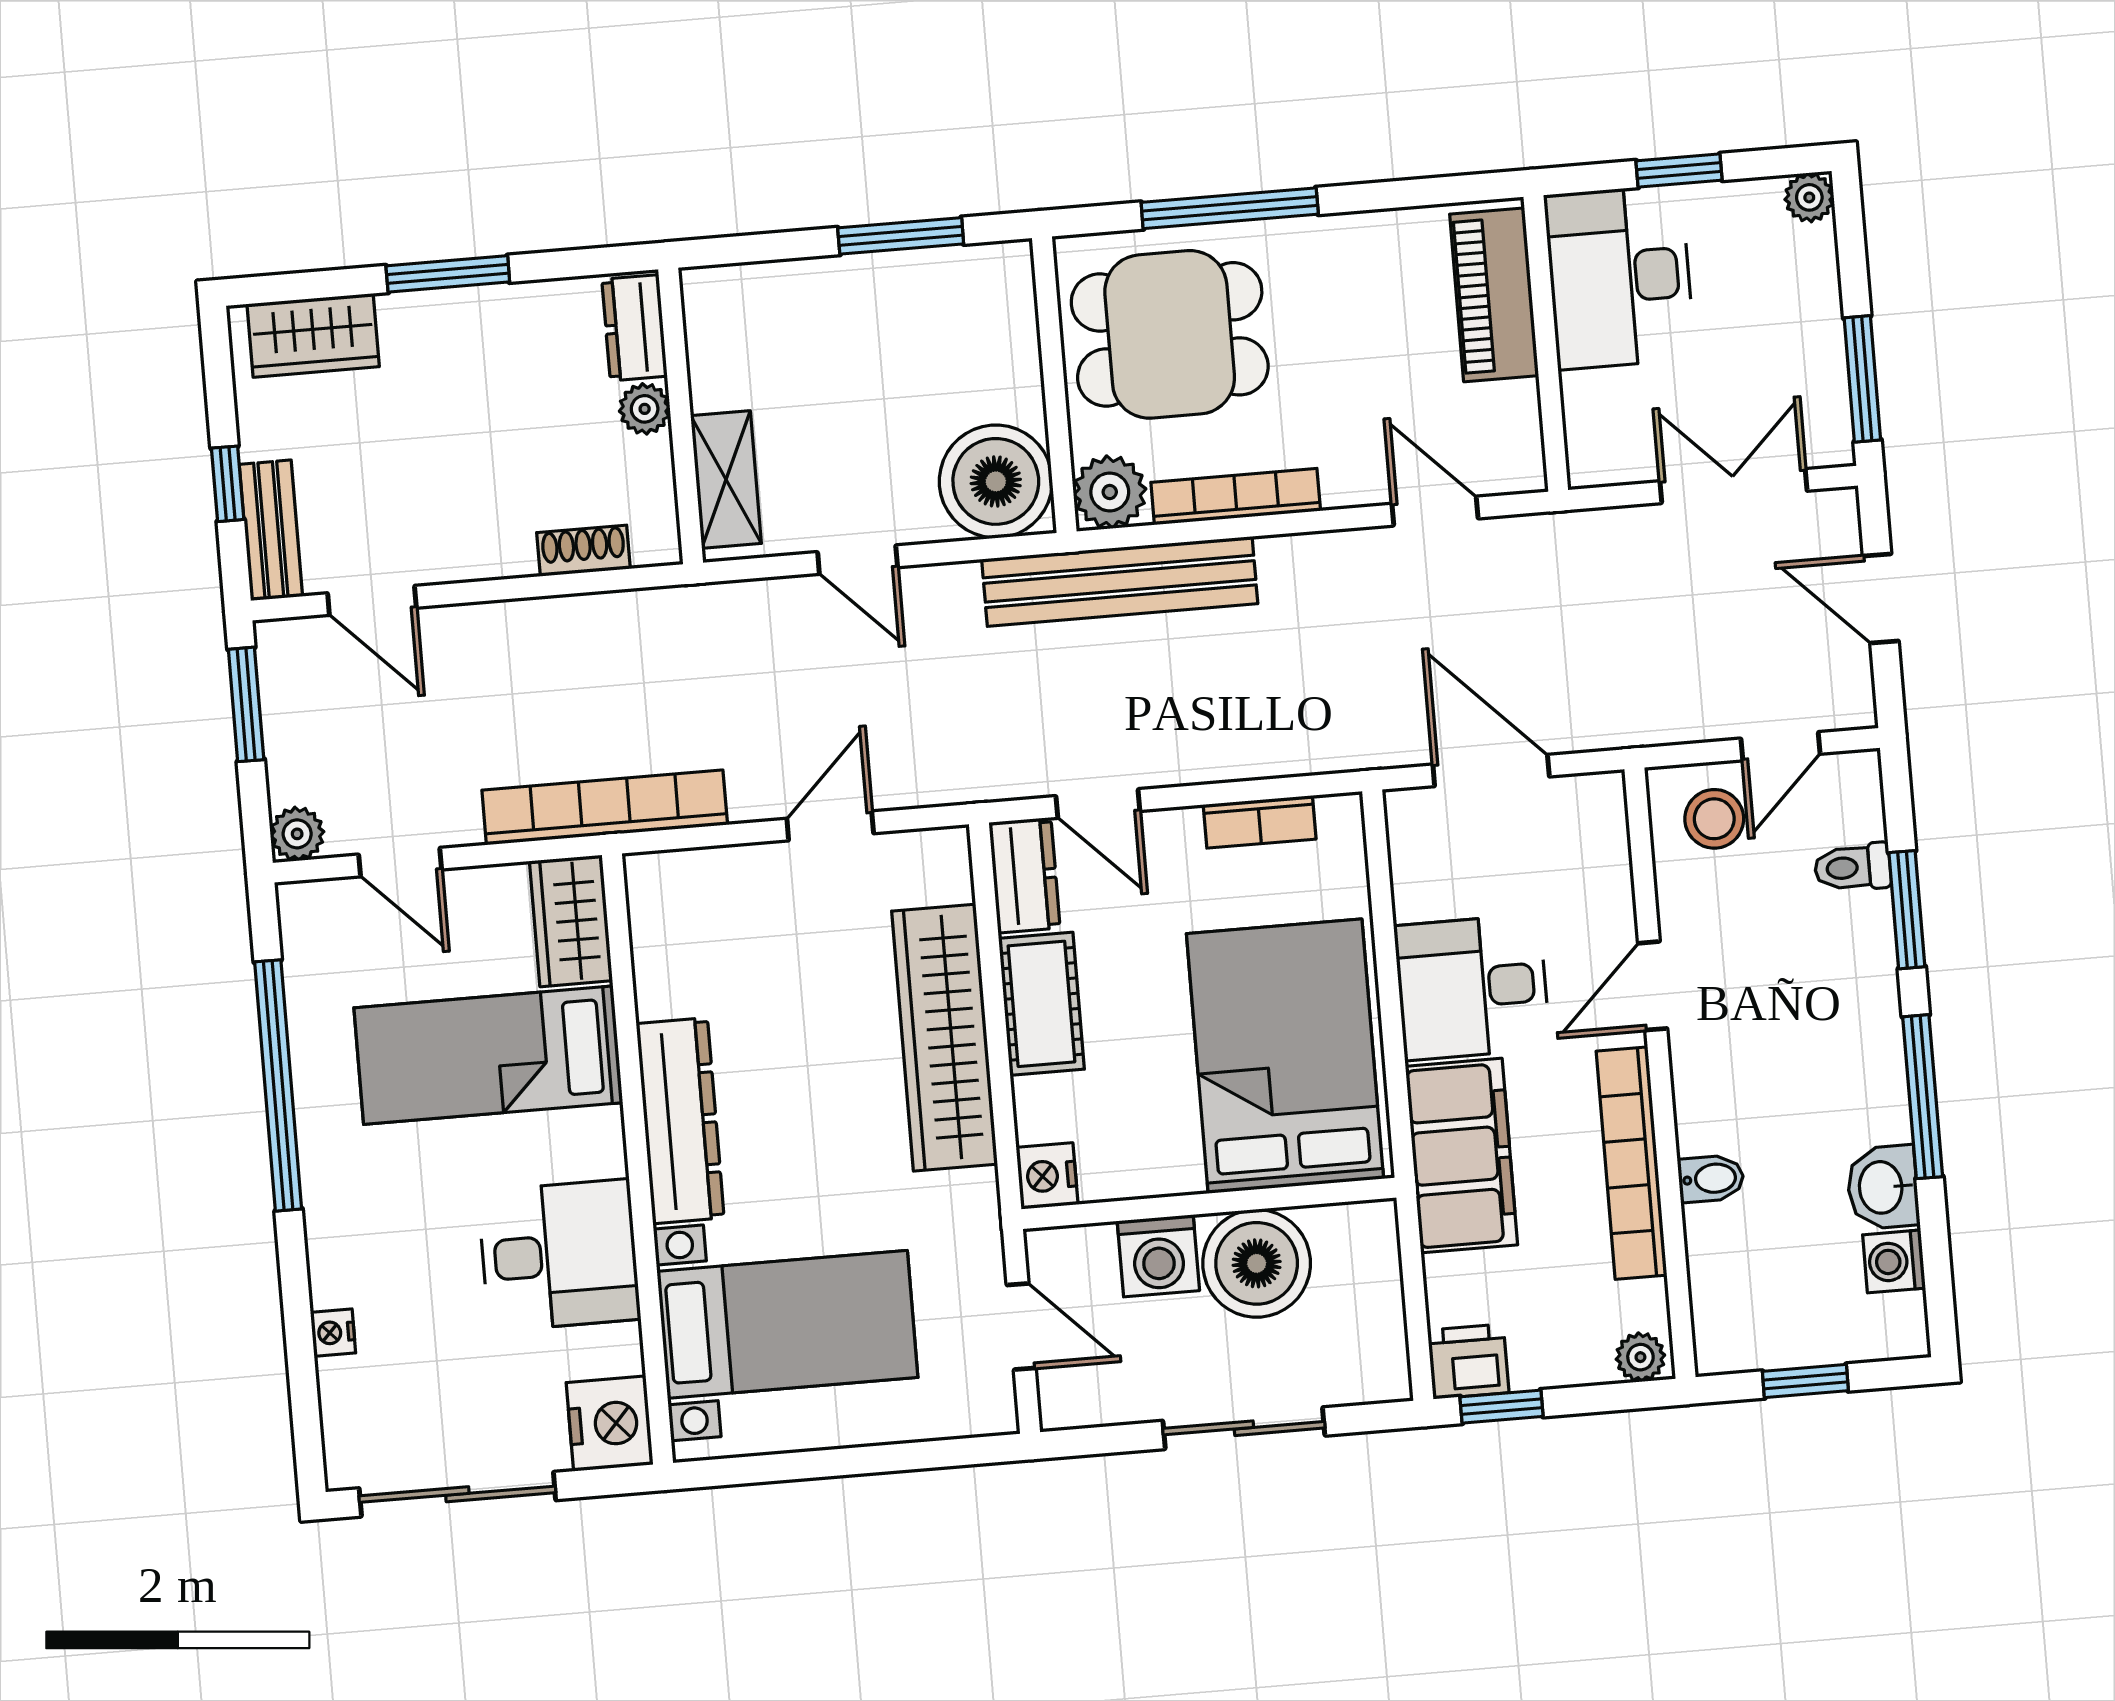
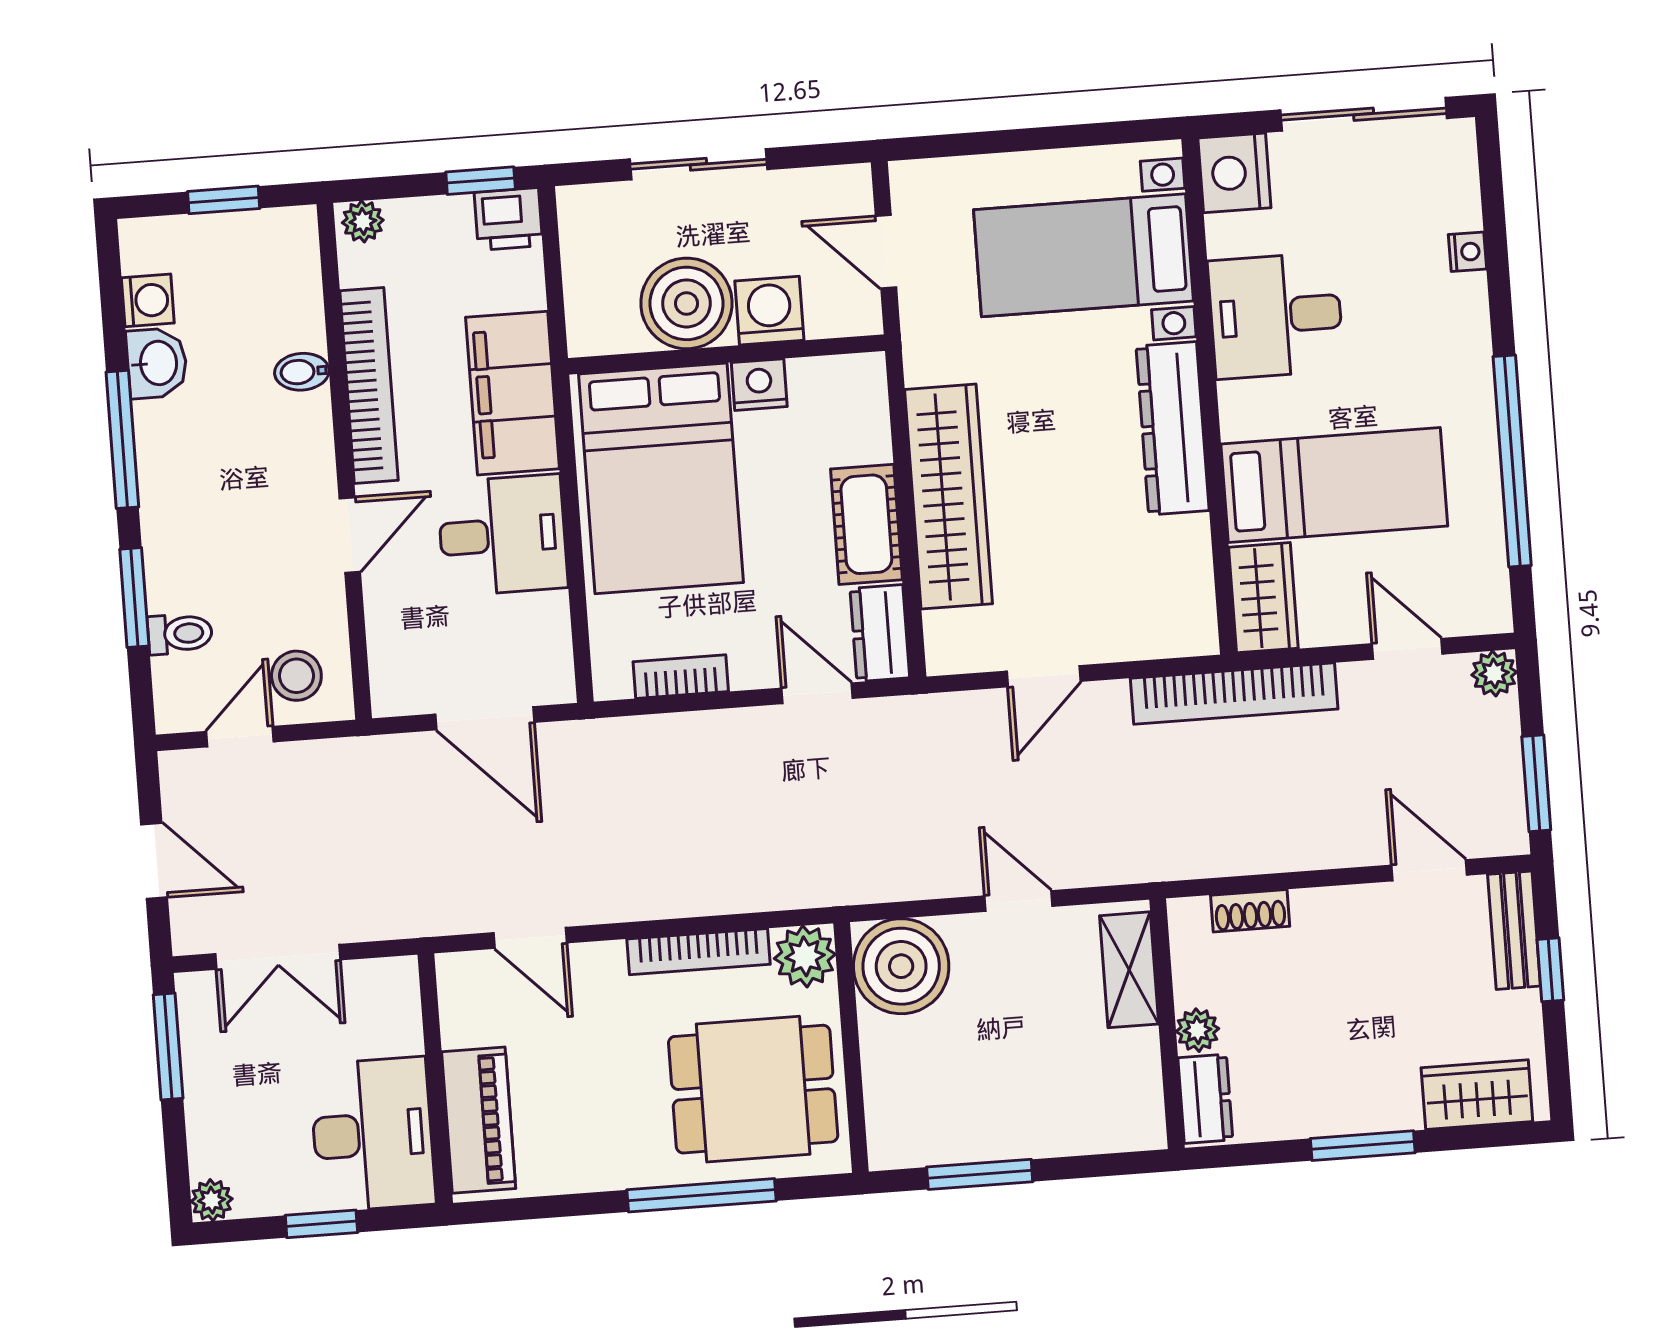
bench: (1120, 581) -> (797, 881), removed
nightstand: (1047, 1176) -> (759, 385), moved, turned -90

